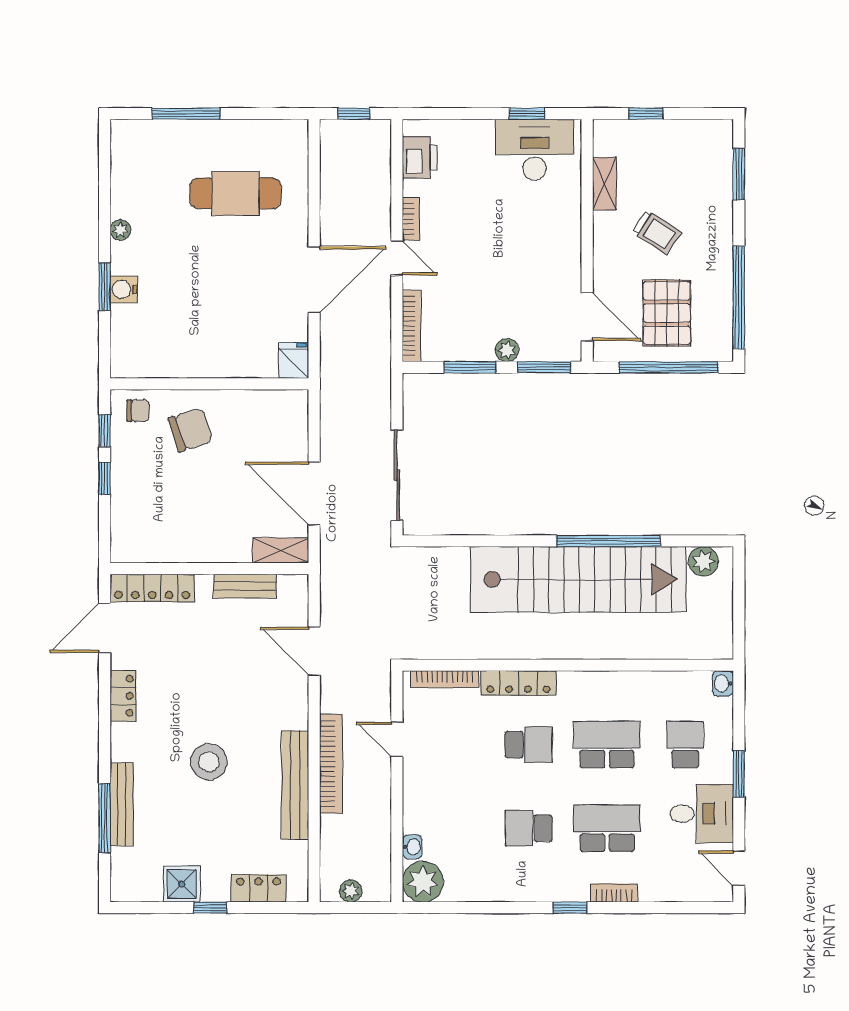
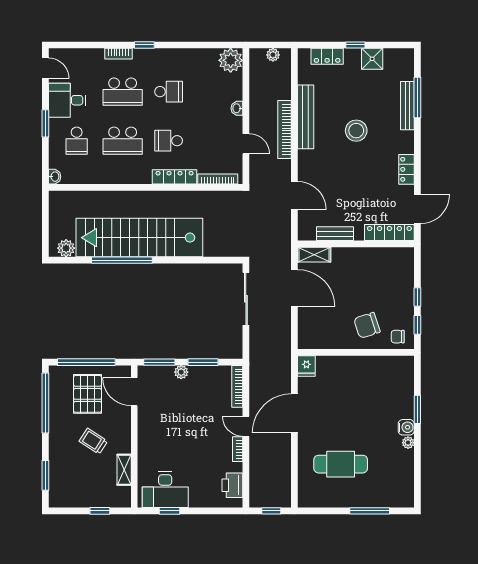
water cooler: (124, 289) -> (406, 427), moved
washbasin: (412, 847) -> (237, 108), moved

